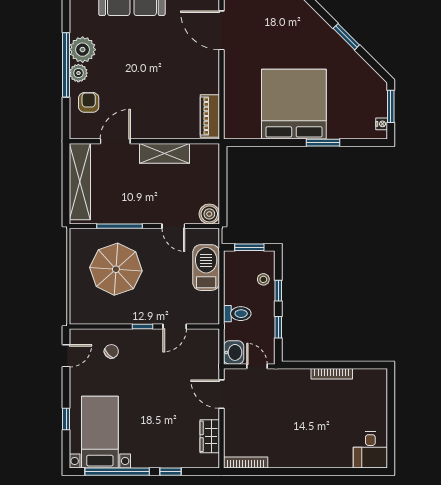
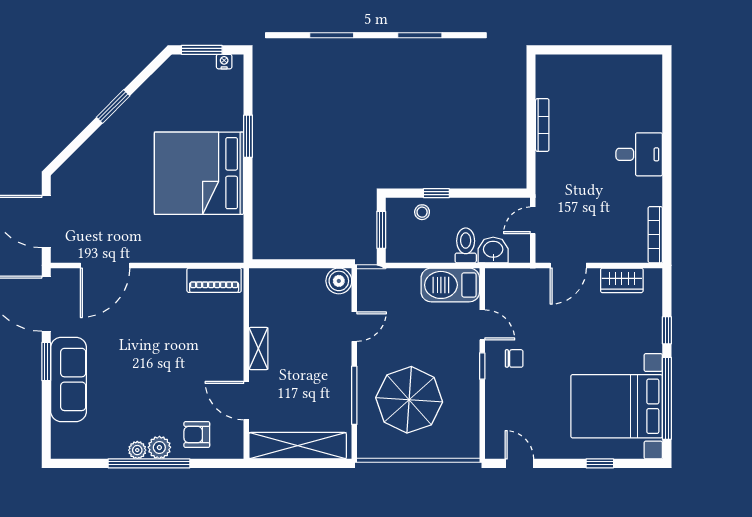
plant: (83, 50) -> (137, 450), width x0.53, depth x0.53
shelving: (165, 153) -> (258, 348), width x0.67, depth x0.75
barbecue: (206, 268) -> (450, 285), moved
window: (278, 327) -> (483, 193), removed
chair: (111, 351) -> (514, 358), moved, turned 134
washbasin: (234, 352) -> (493, 250), moved
bed with nightstands: (100, 432) -> (617, 406), width x1.36
desk: (370, 450) -> (639, 154), moved

